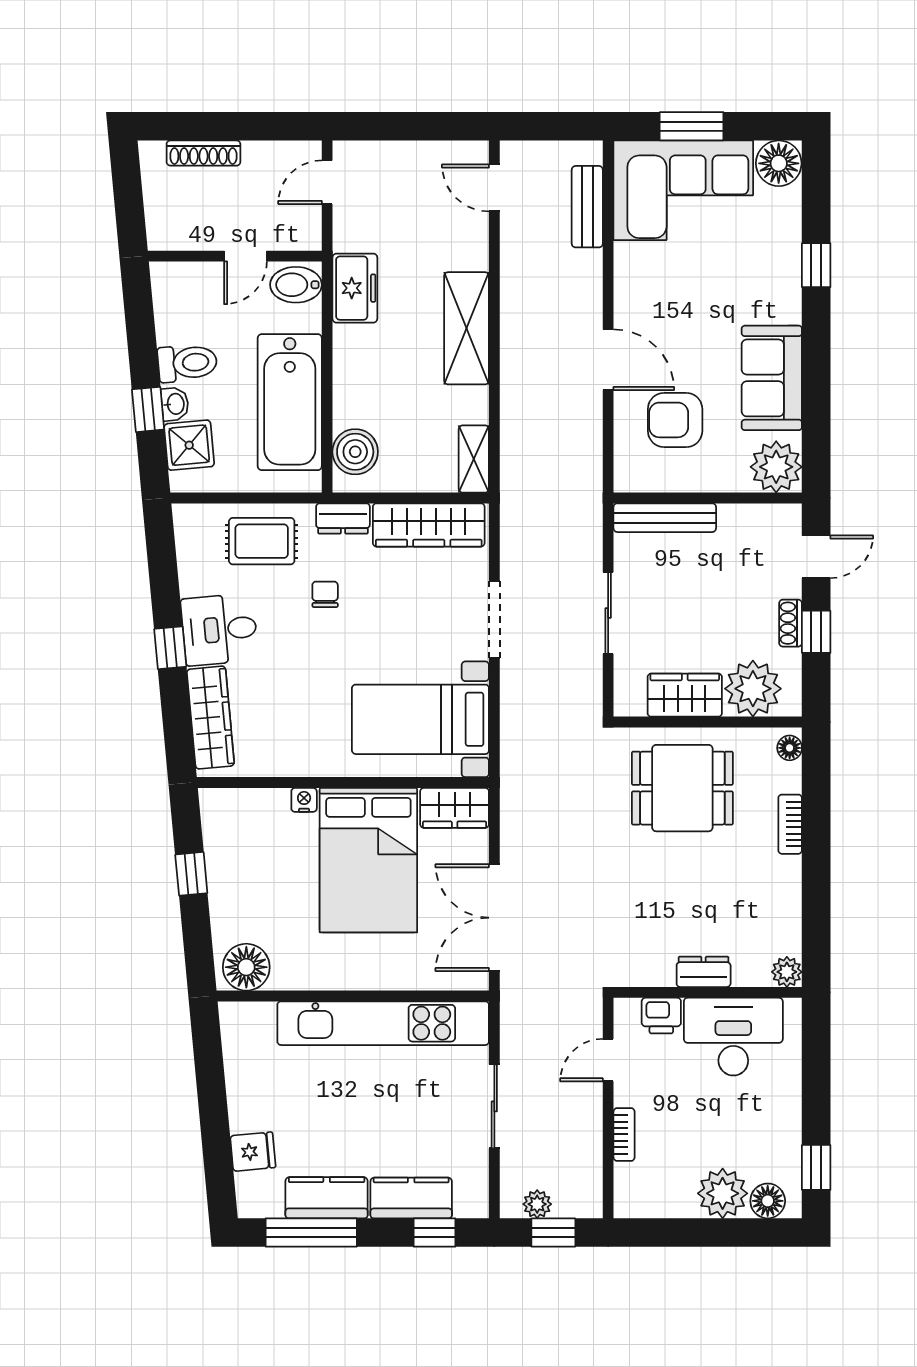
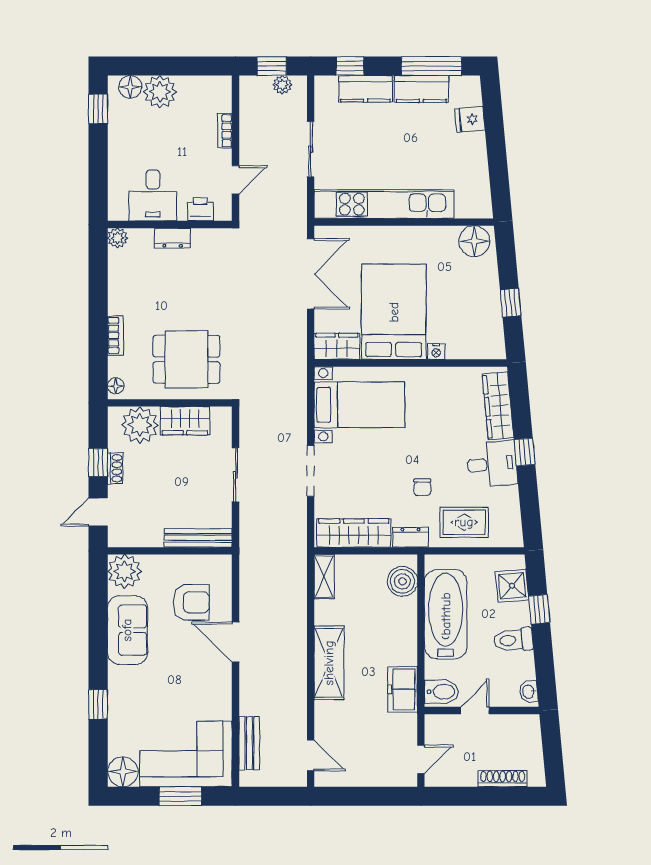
washbasin: (175, 404) -> (529, 692), moved
desk: (733, 1037) -> (153, 195), width x0.73

